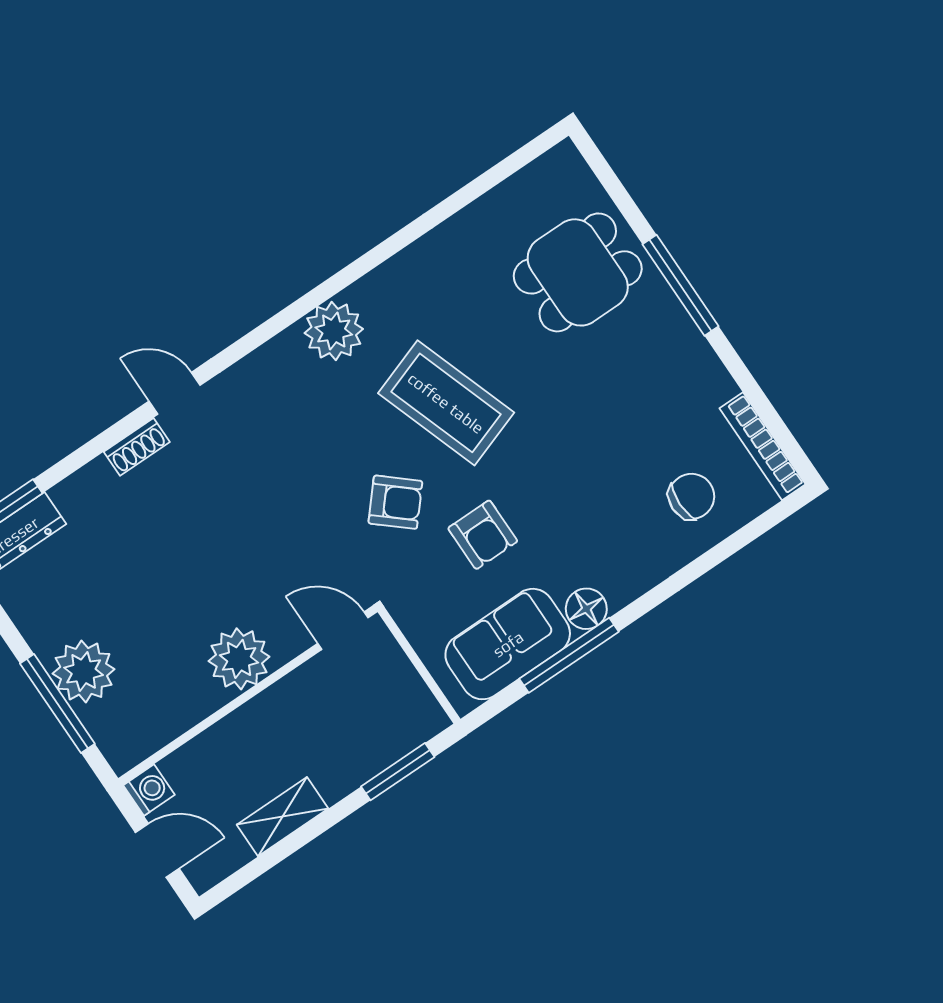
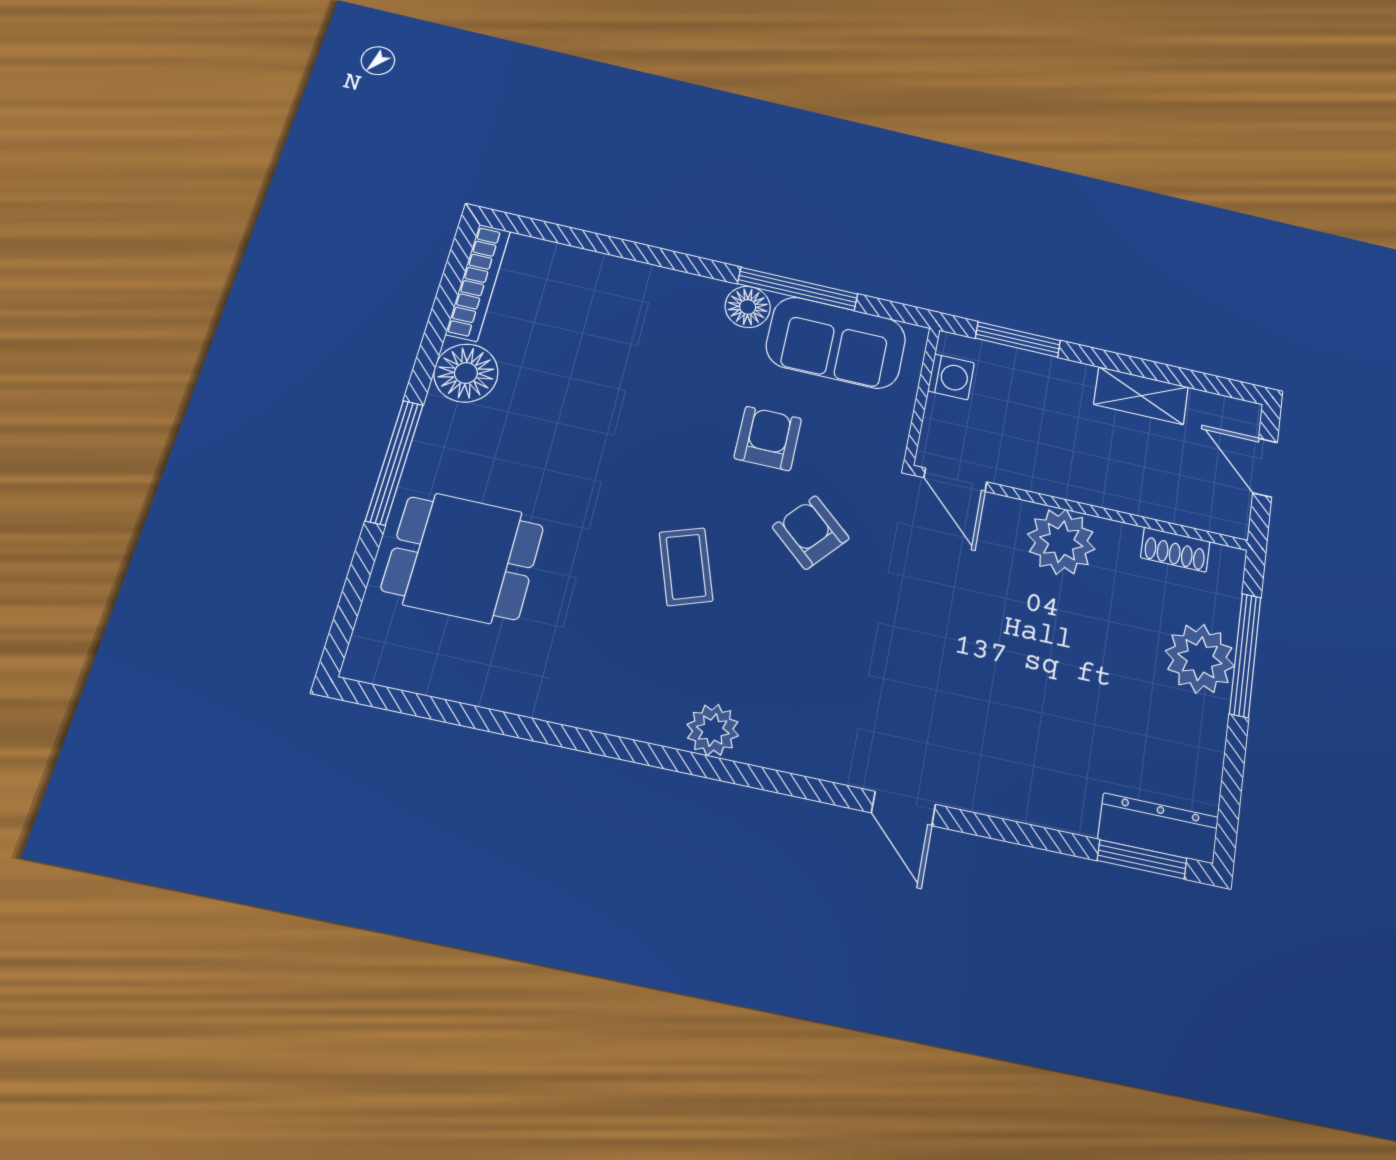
plant: (334, 331) -> (713, 730), width x0.73, depth x0.73
floor lamp: (703, 382) -> (466, 373), added
coffee table: (446, 403) -> (686, 567), width x0.54, depth x0.58
shoe rack: (137, 447) -> (1175, 550), moved, turned 180
chair: (691, 496) -> (575, 303), removed
washing machine: (149, 790) -> (951, 377), moved, turned 180

